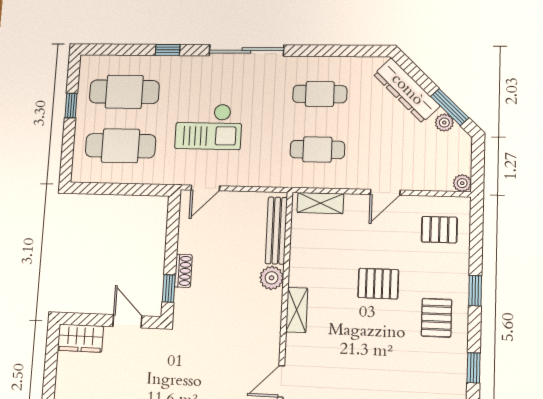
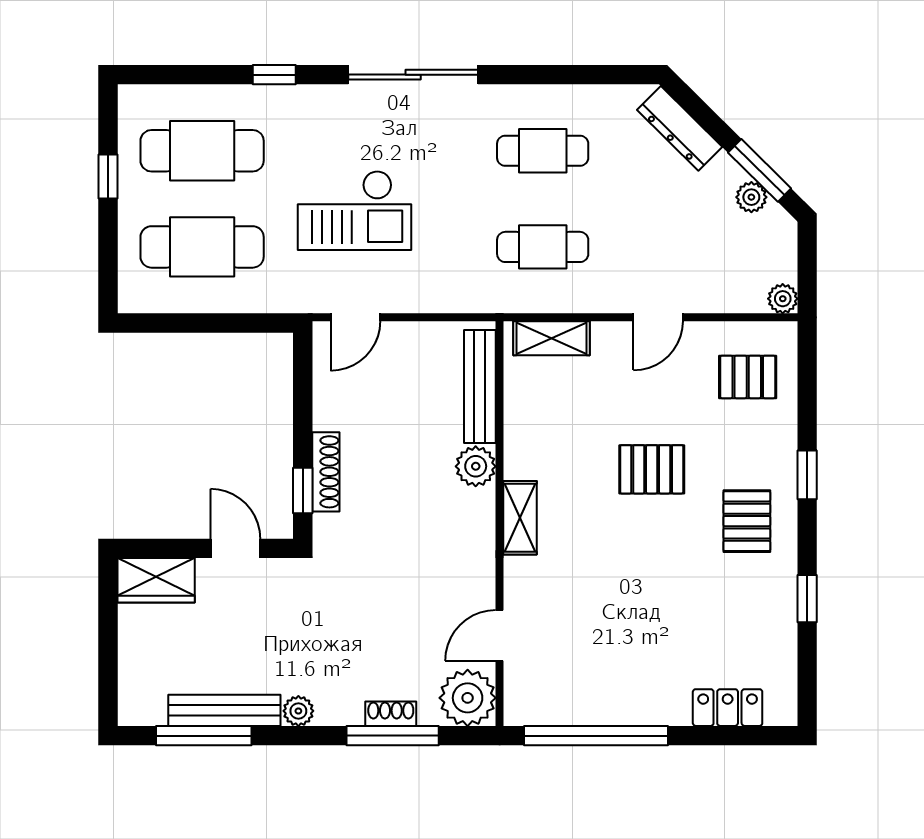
dresser: (407, 90) -> (680, 128), width x0.73, depth x0.80
shoe rack: (183, 271) -> (326, 472), width x1.43

